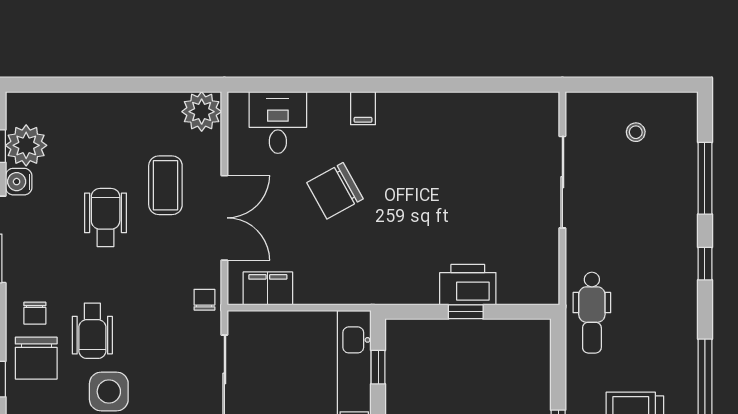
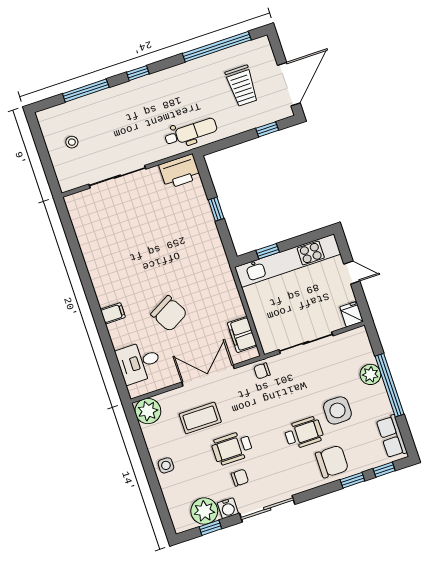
side table: (112, 111) -> (166, 465), added
printer: (468, 285) -> (180, 171), moved, turned -90
chair: (35, 313) -> (240, 478), moved

